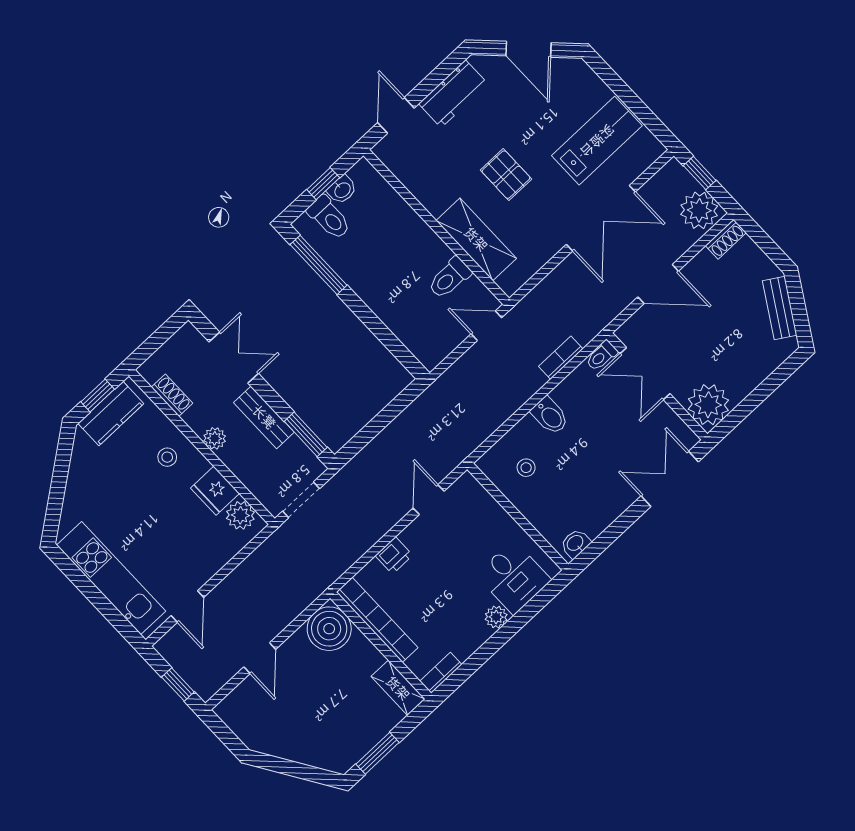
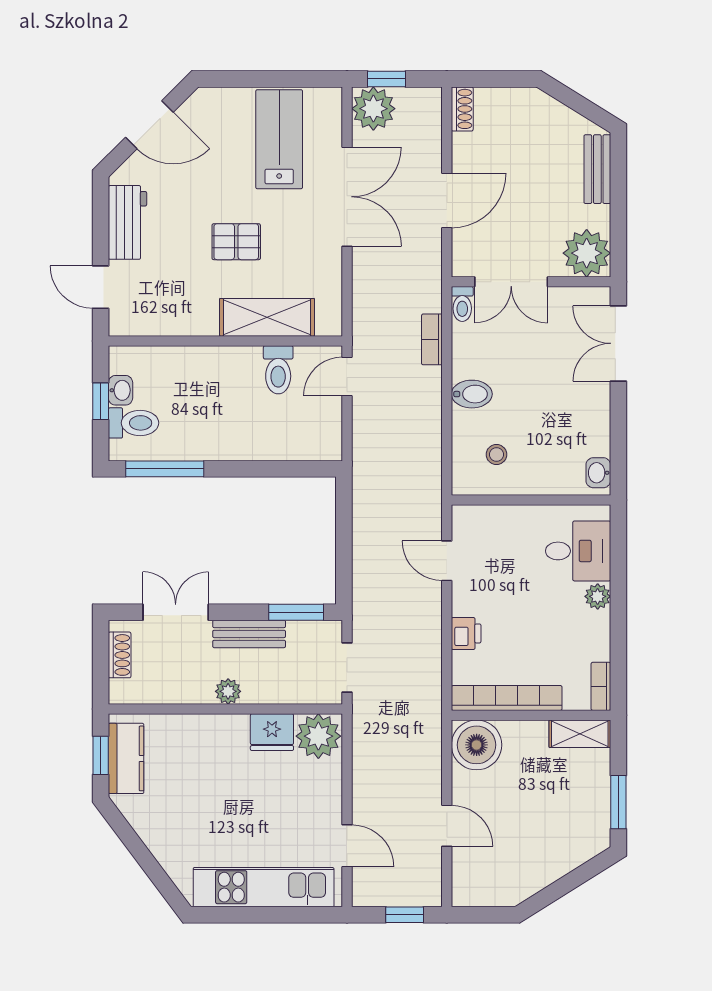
plant: (699, 210) -> (373, 109), moved
bench: (780, 308) -> (597, 169), moved, turned 58
shoe rack: (172, 395) -> (120, 655), moved, turned 90
stool: (167, 457) -> (207, 746), removed
plant: (240, 515) -> (318, 736), width x1.36, depth x1.36

